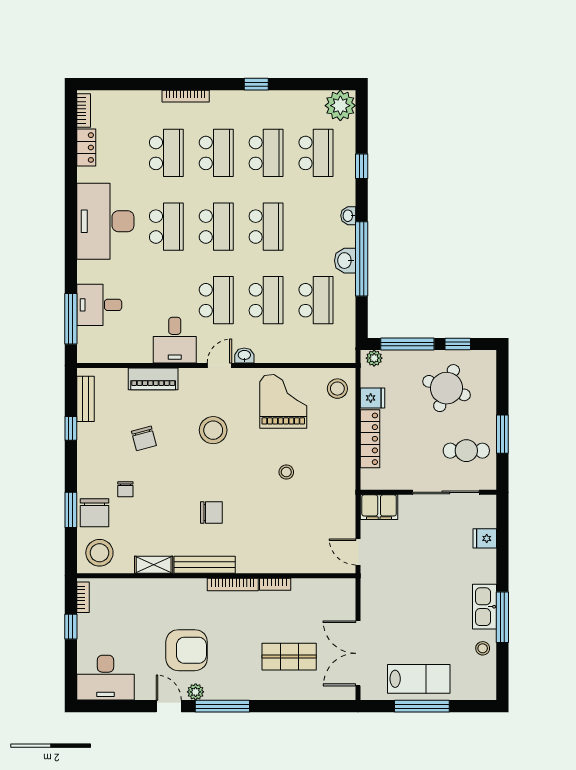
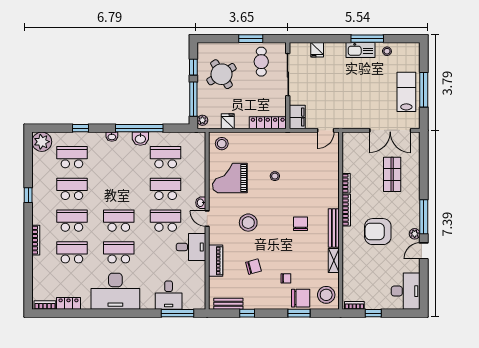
school desk: (266, 227) -> (119, 189), removed
round table: (447, 388) -> (221, 74), turned 37
locker: (370, 439) -> (268, 123), moved
armchair: (187, 650) -> (378, 232), moved, turned -90

